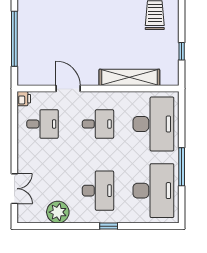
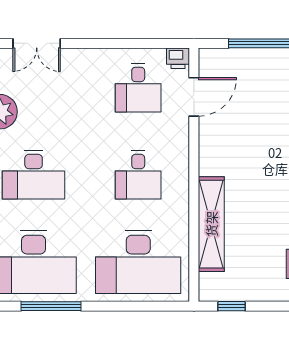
window: (182, 51) -> (231, 306), moved
door: (68, 89) -> (194, 97), moved
window: (182, 167) -> (51, 306), moved

